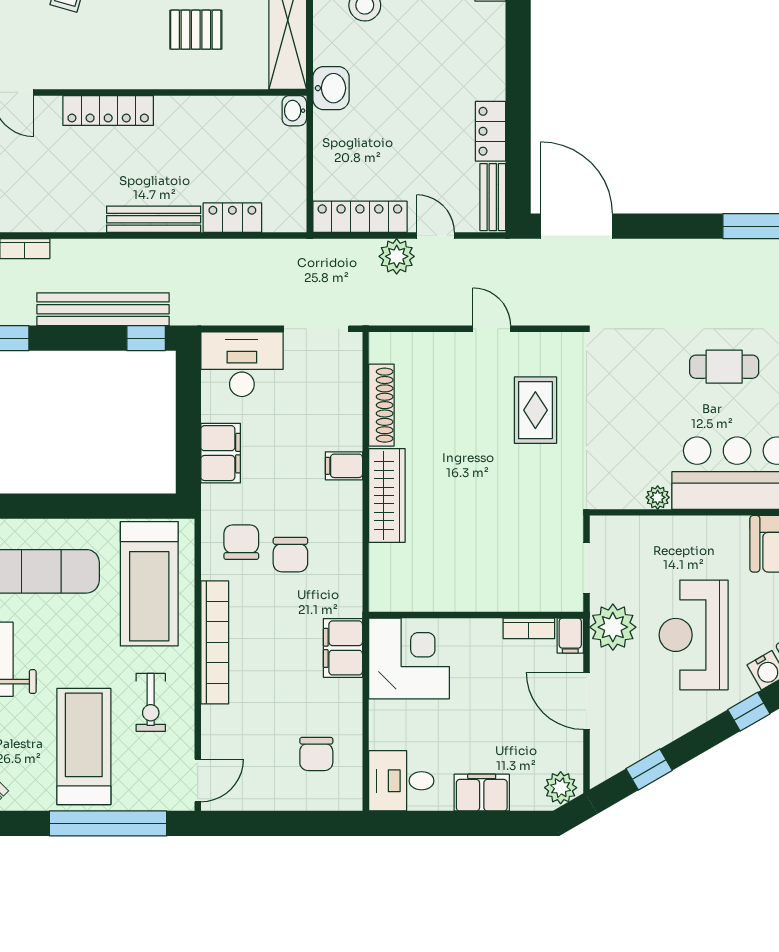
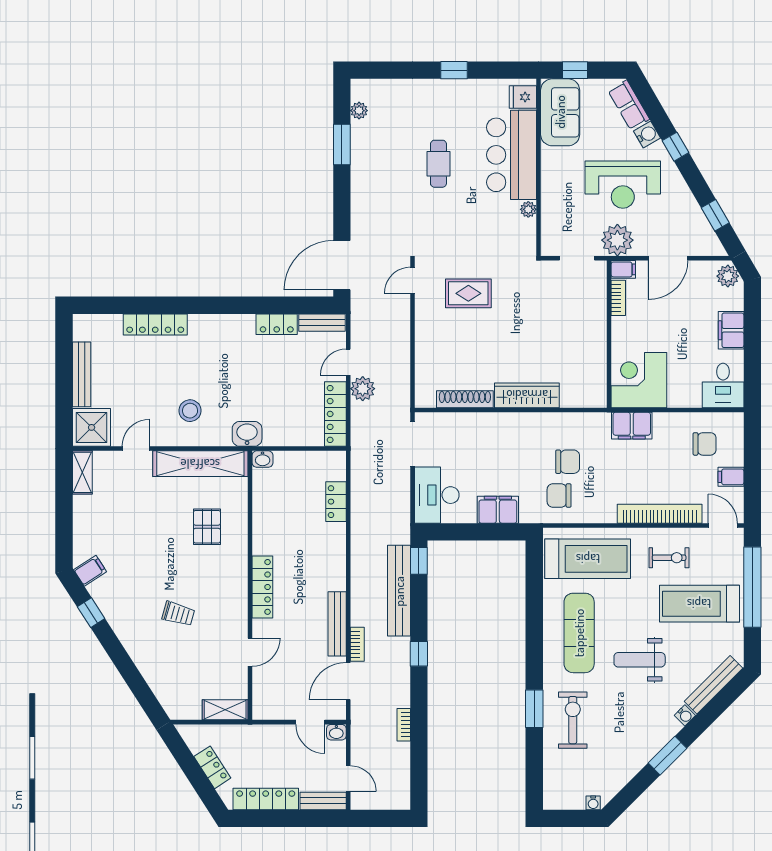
bench: (154, 219) -> (337, 624), moved
door: (492, 329) -> (412, 280), moved
filing cabinet: (344, 466) -> (731, 477), moved, turned 90
bookcase: (215, 642) -> (660, 514), moved

